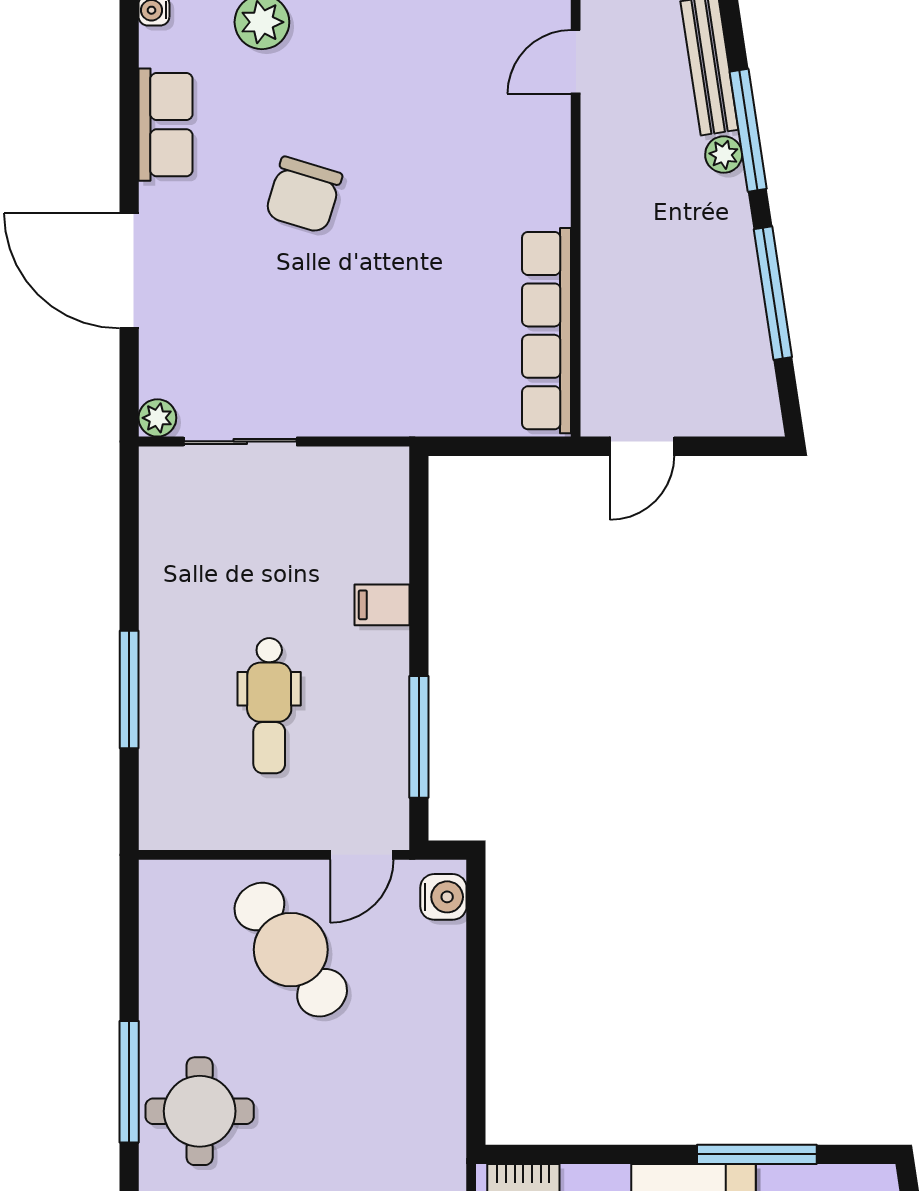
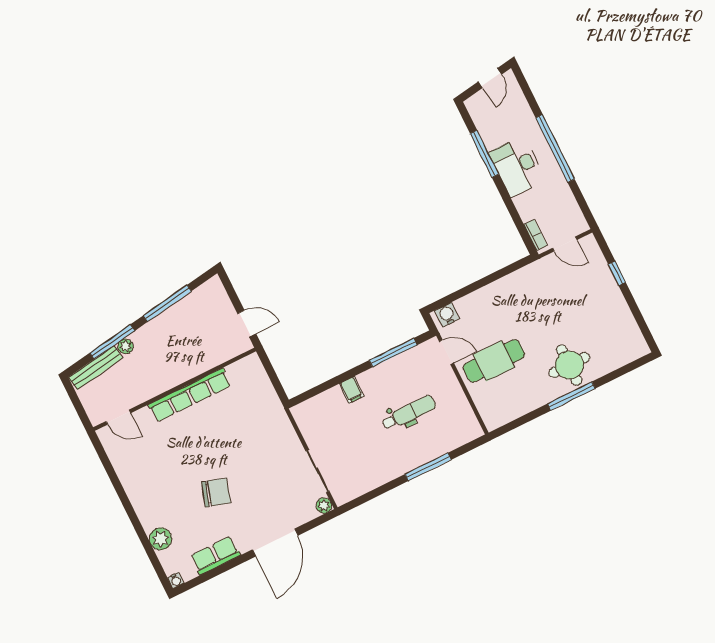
row of seats: (547, 331) -> (190, 395), moved
cafe table: (291, 950) -> (494, 361), turned 36

